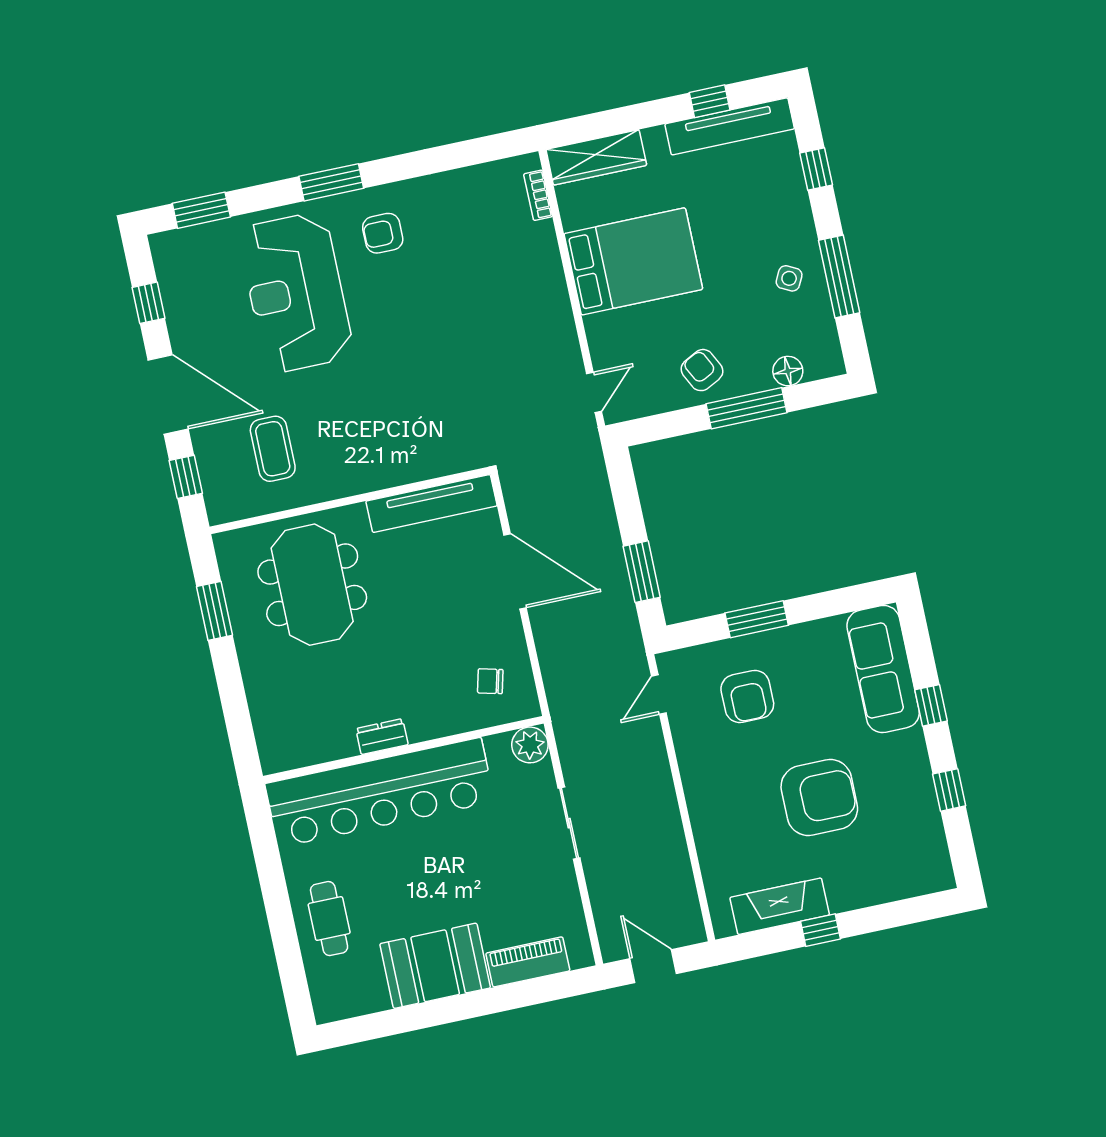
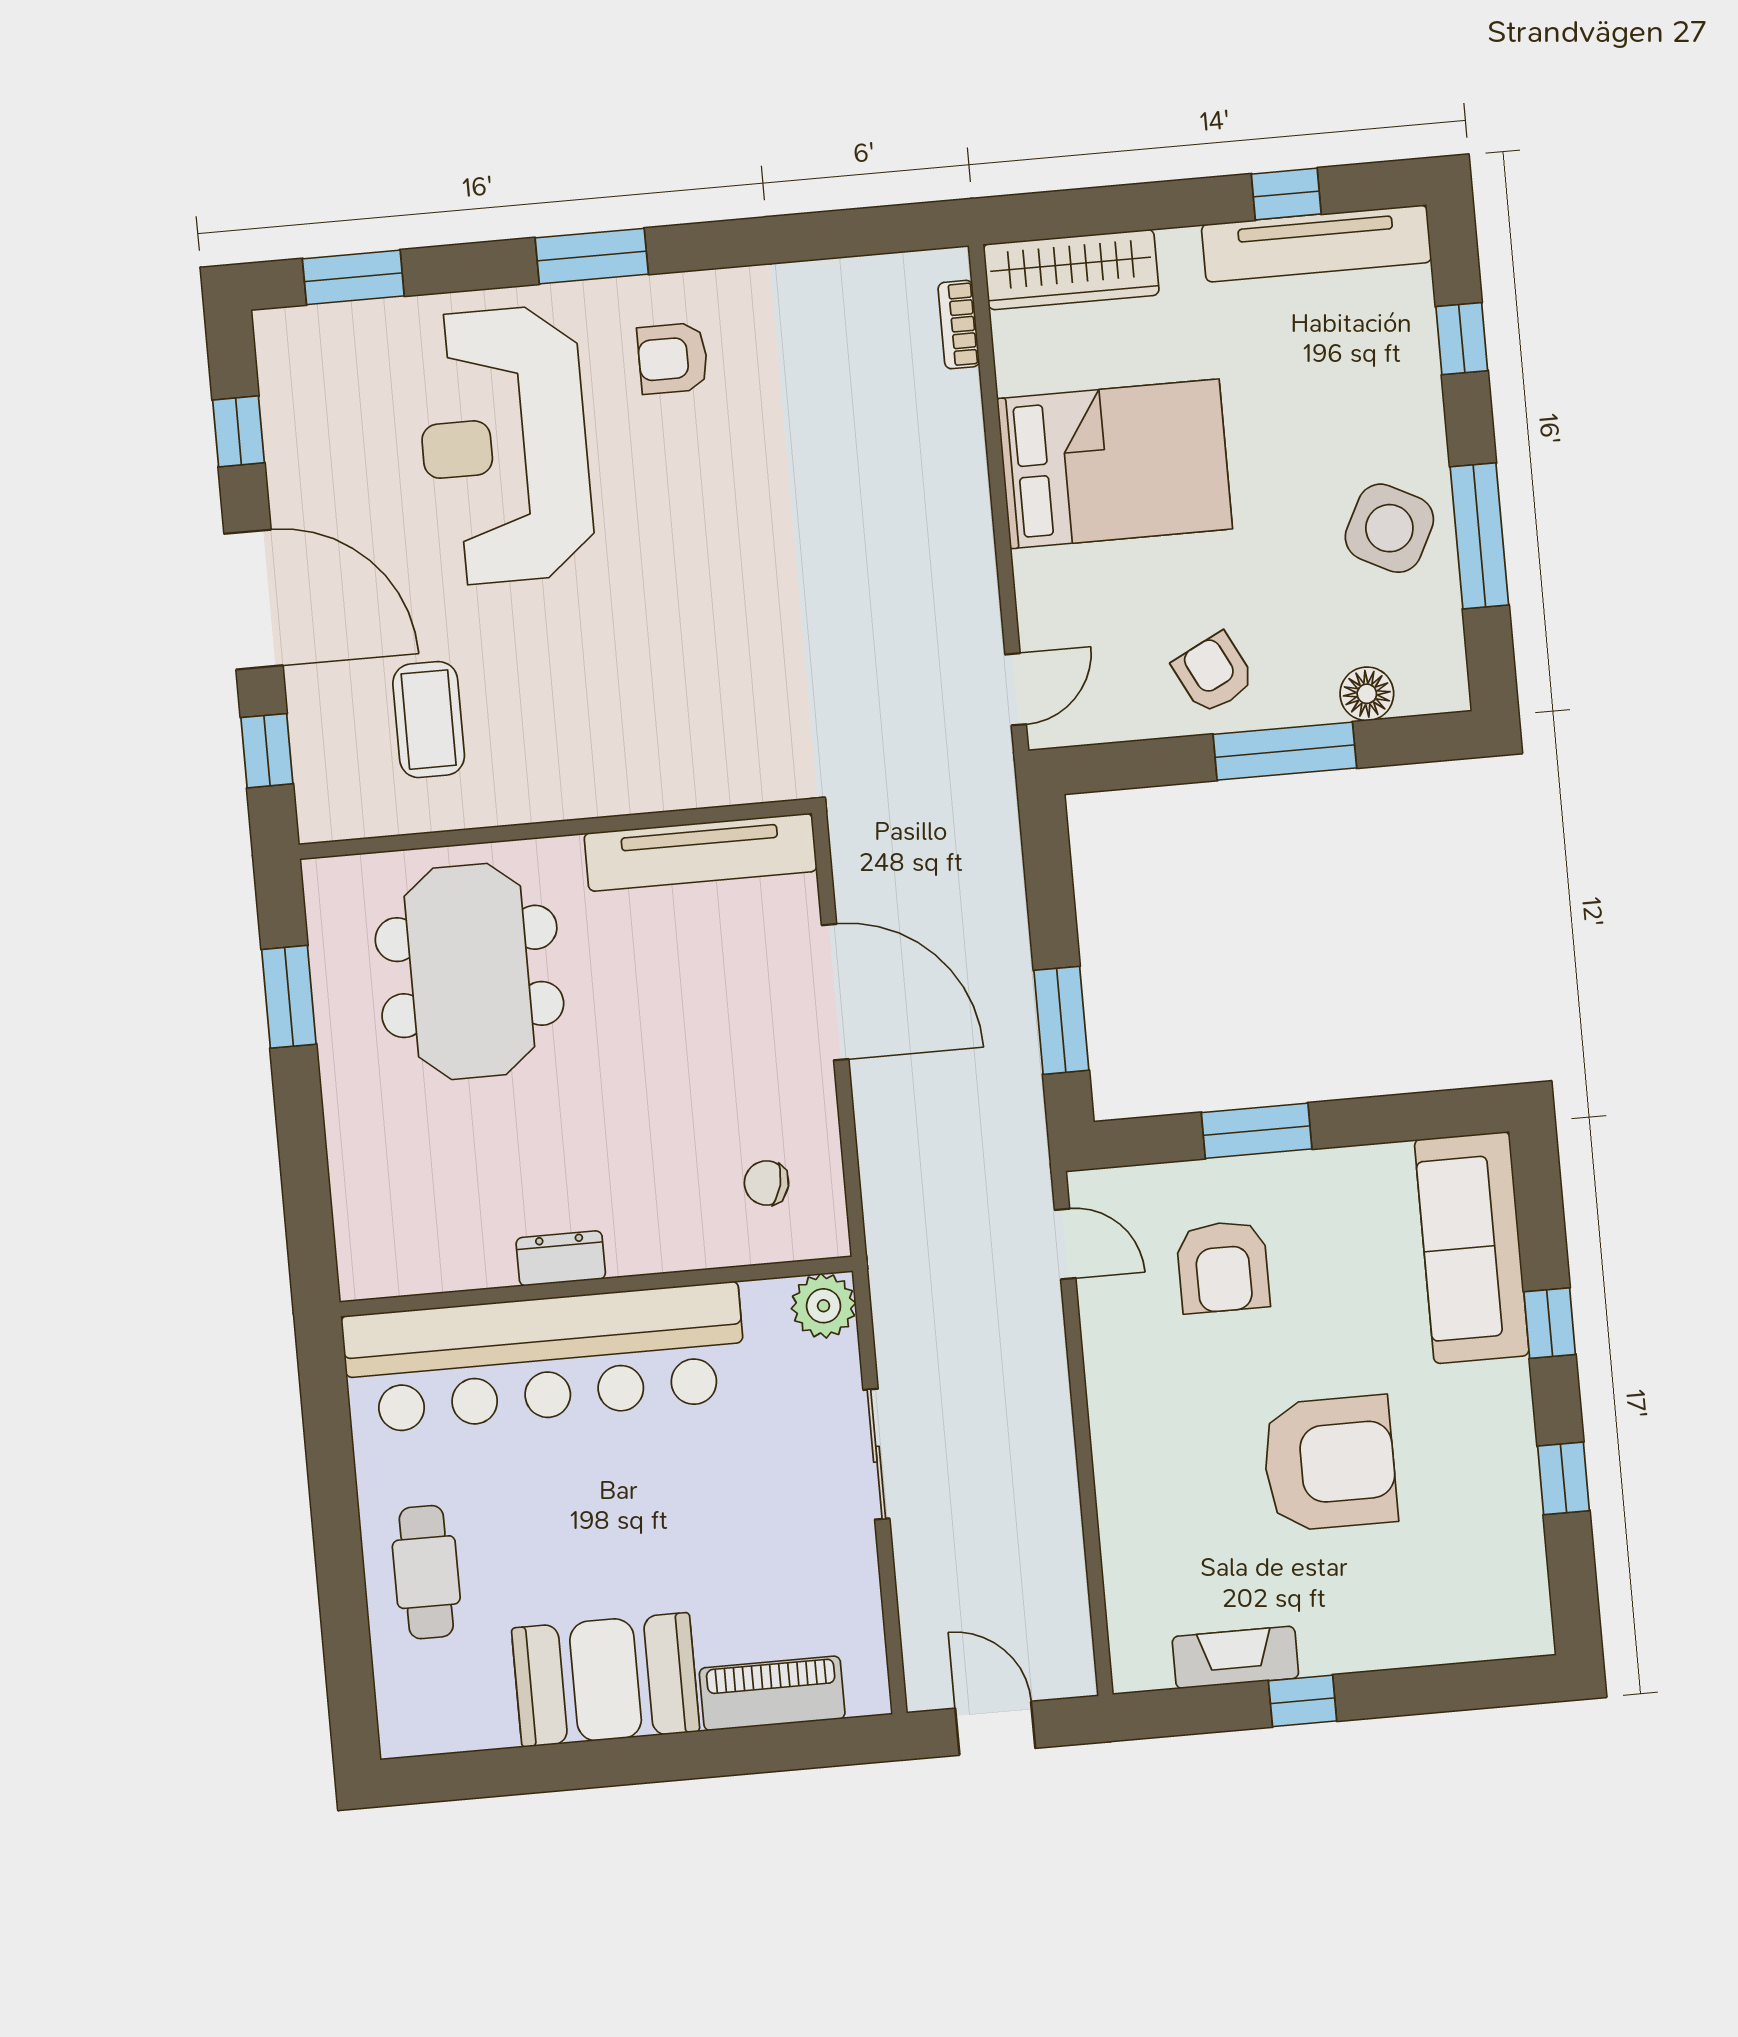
side table: (789, 278) -> (1389, 528), width x1.87, depth x1.87
door: (659, 695) -> (1065, 1244), swing flipped
fireplace: (780, 906) -> (1235, 1657), width x0.73, depth x0.76

